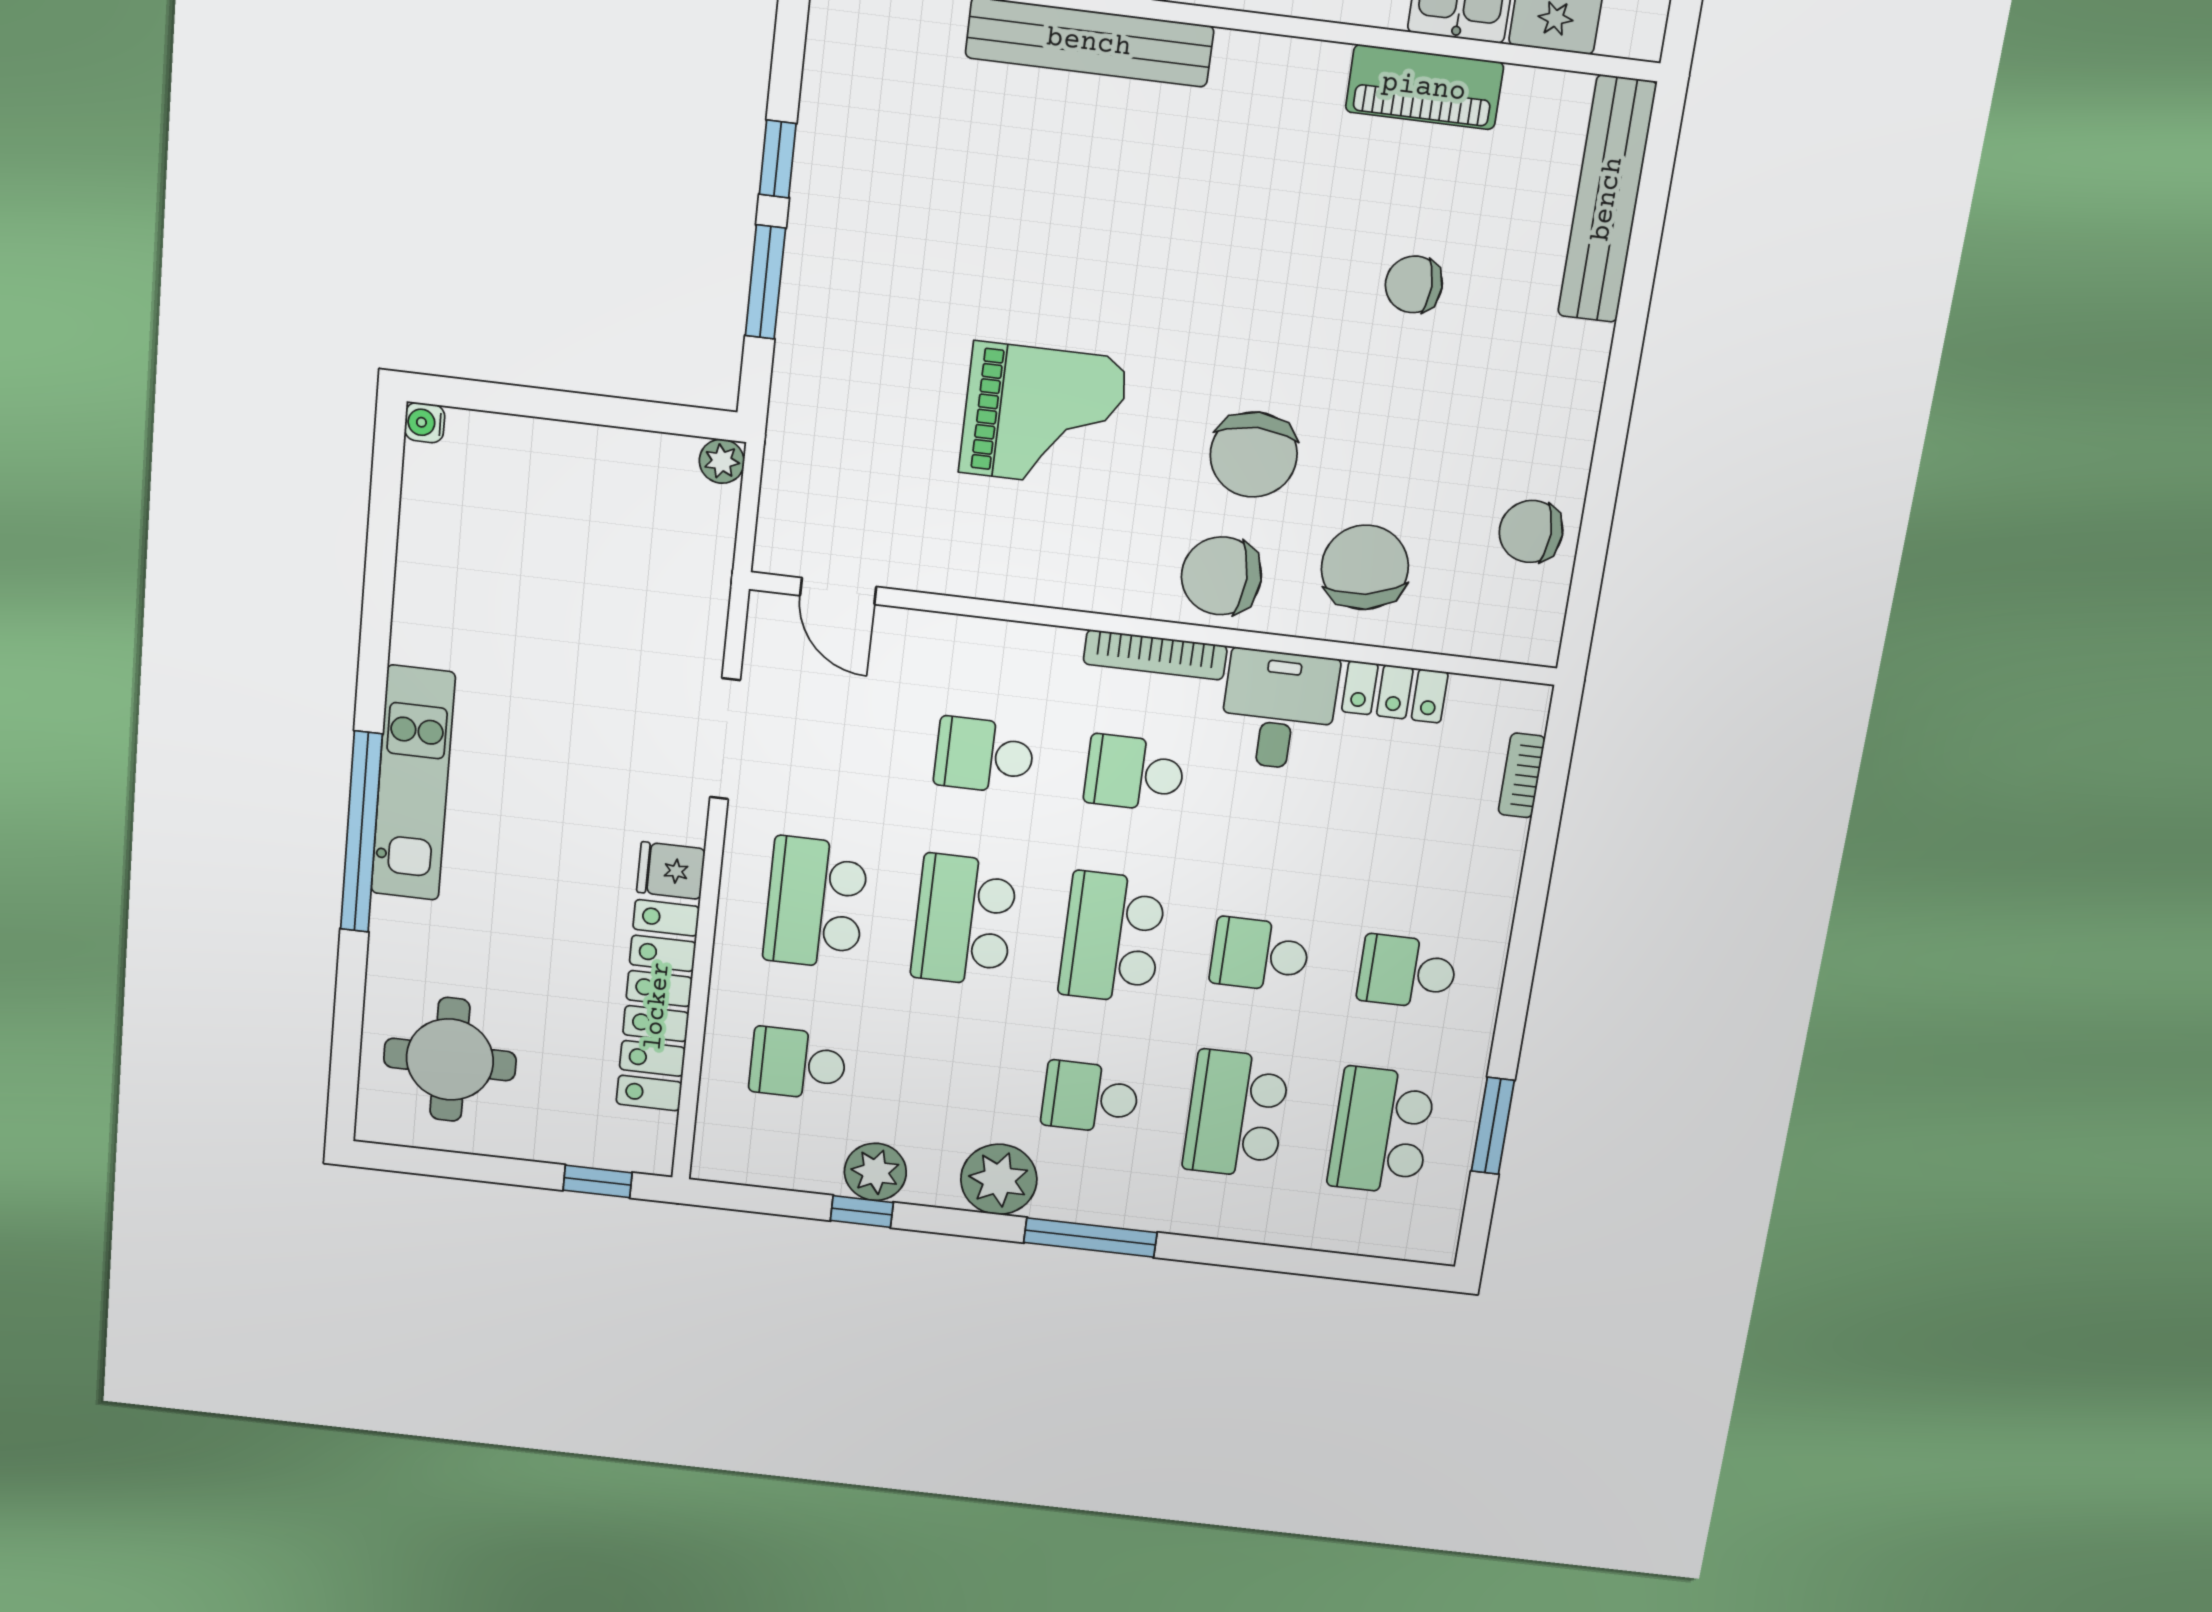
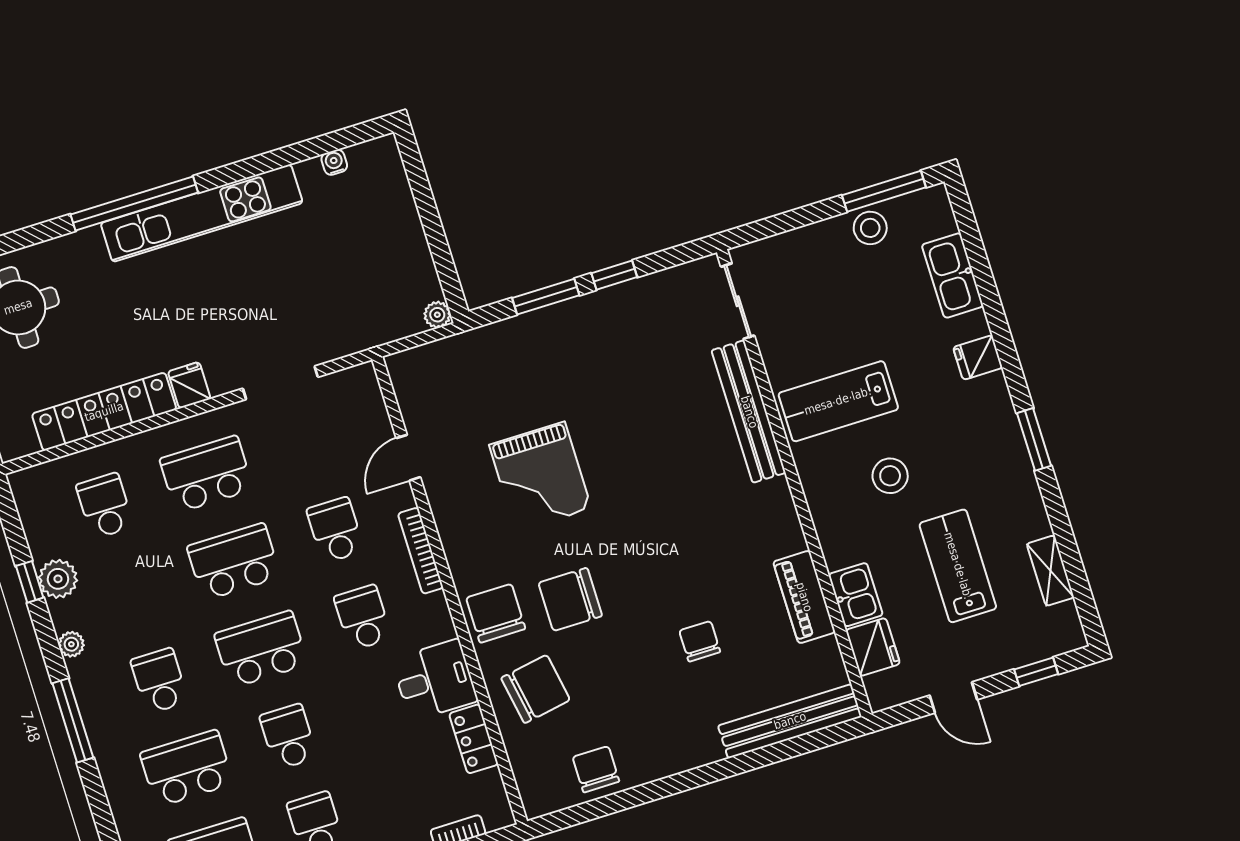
water cooler: (425, 423) -> (334, 162), moved
door: (838, 591) -> (408, 458), moved
bookcase: (1155, 655) -> (421, 551), moved
kitchen unit: (413, 783) -> (202, 213), width x1.36
plant: (999, 1179) -> (71, 644), width x0.53, depth x0.53

